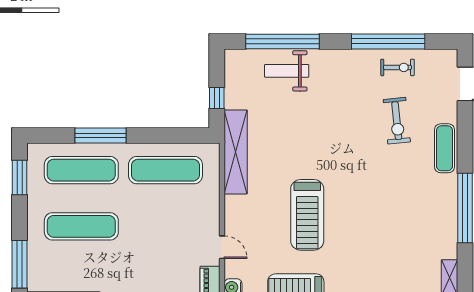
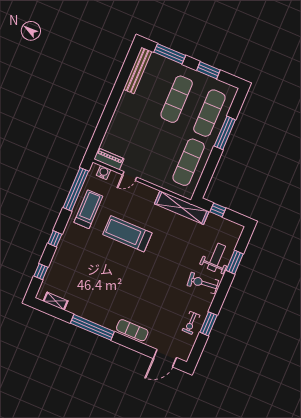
window: (282, 41) -> (235, 262), width x0.47
window: (388, 41) -> (208, 324), width x0.47
exercise bike: (397, 121) -> (203, 283), moved
window: (20, 177) -> (208, 70), moved

